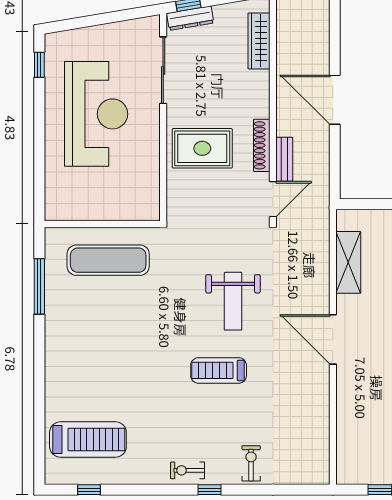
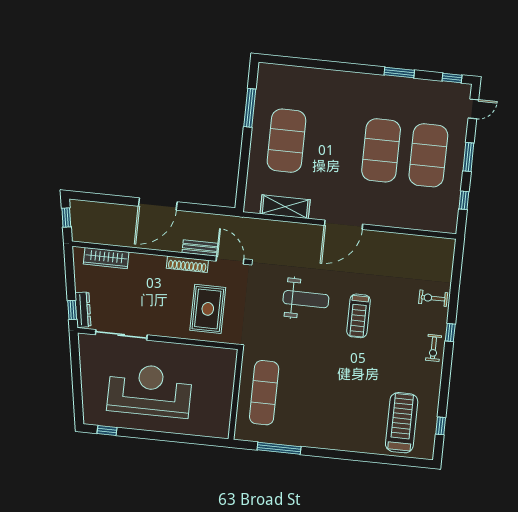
rug: (202, 148) -> (208, 309), moved

